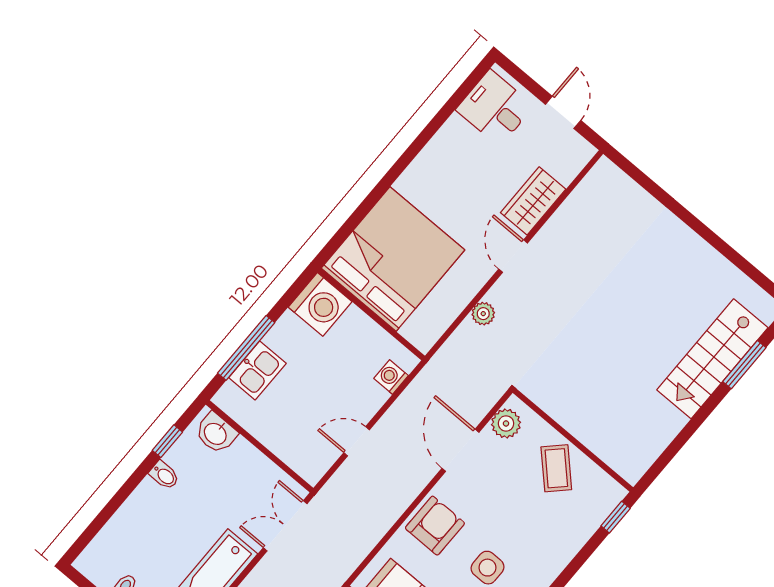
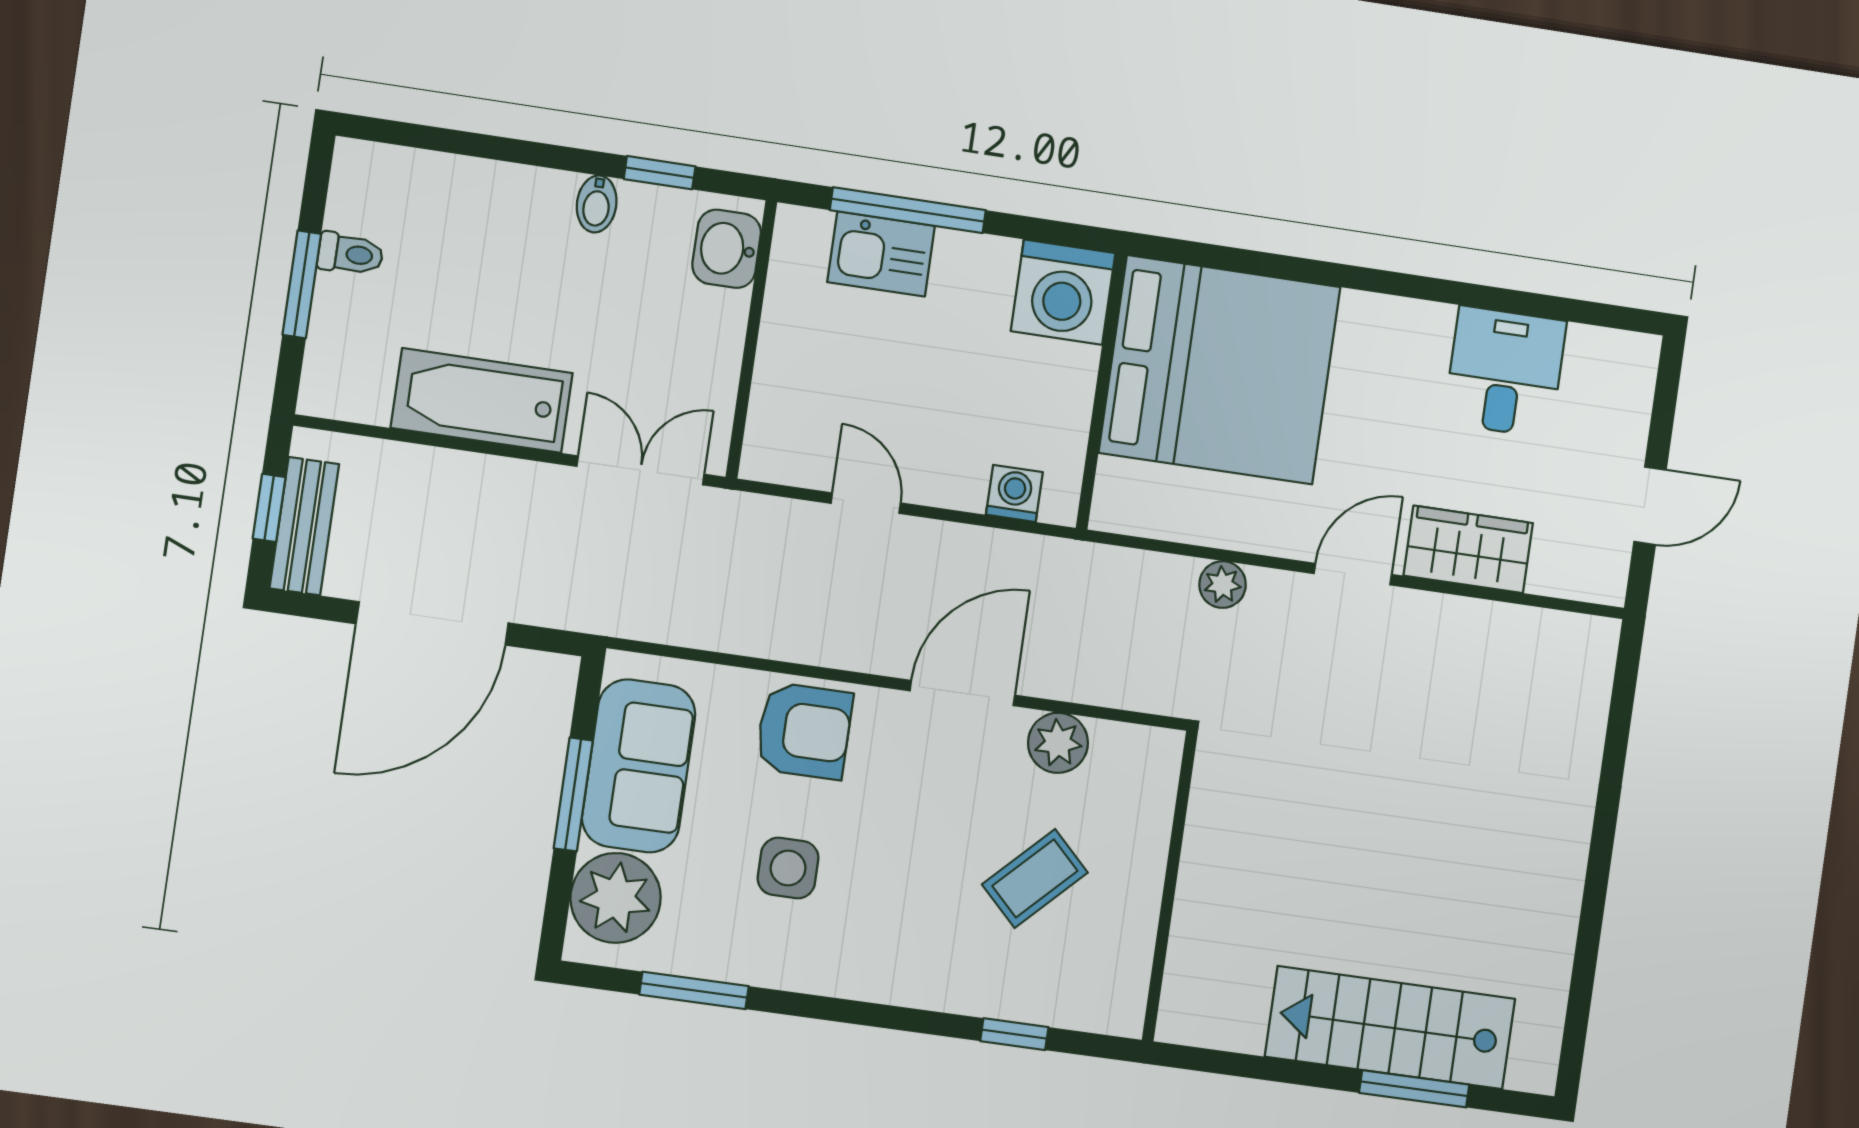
desk: (495, 108) -> (1505, 372), moved
wall: (573, 440) -> (1170, 886), moved

